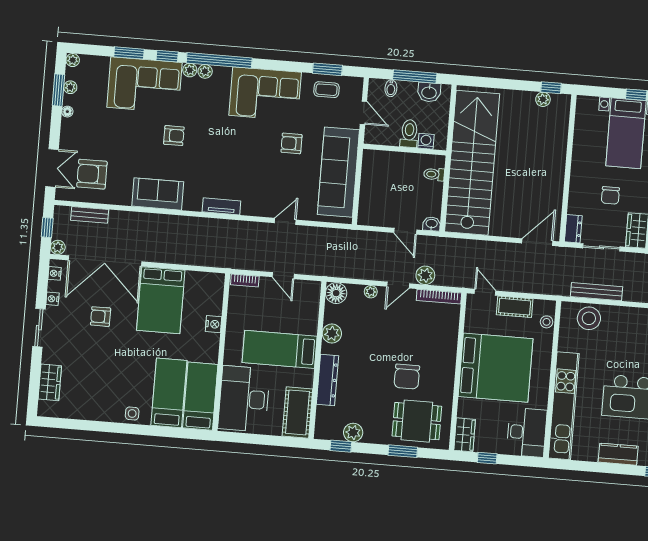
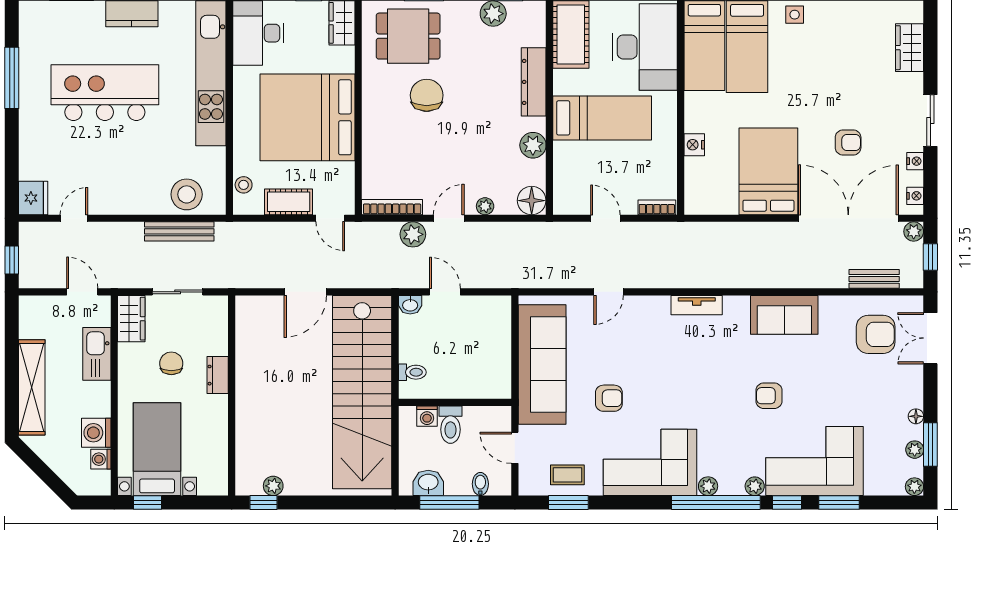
plant: (205, 71) -> (708, 486), moved
dresser: (573, 229) -> (218, 375), moved
door: (537, 242) -> (305, 292), moved

